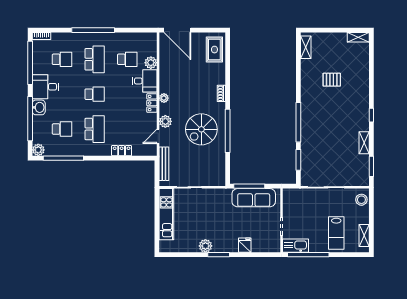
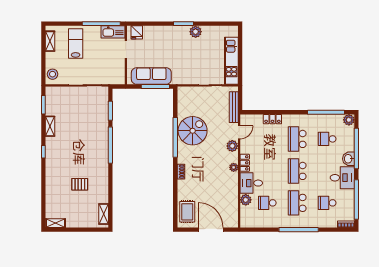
door: (177, 30) -> (211, 230), moved
school desk: (95, 94) -> (297, 171), width x1.85
spiral stairs: (201, 129) -> (193, 131), moved
fridge: (245, 245) -> (137, 32), moved

